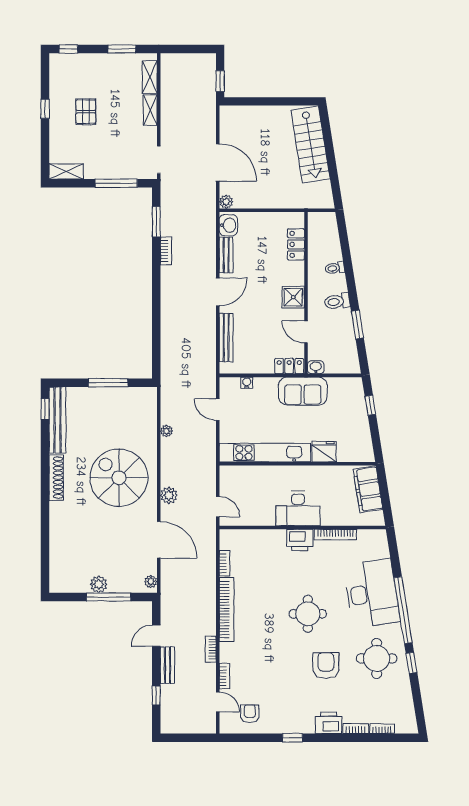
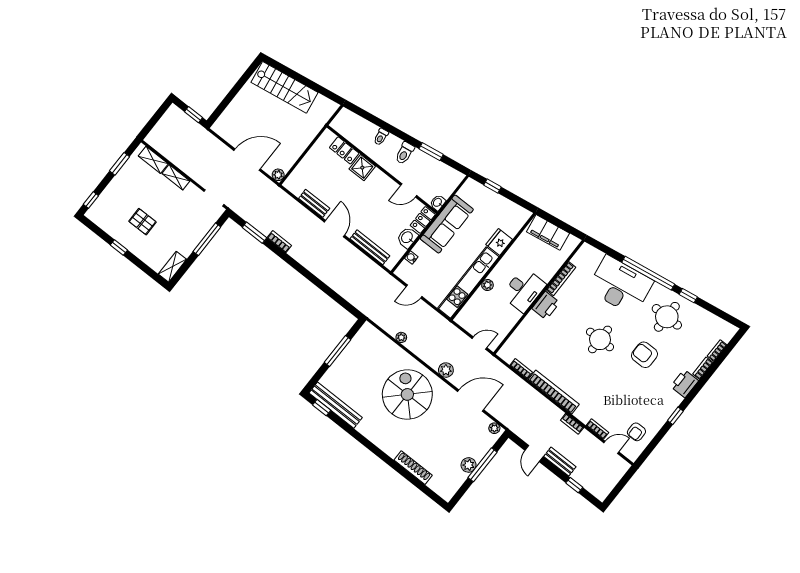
washbasin: (228, 225) -> (407, 238), moved, turned -90
shower: (293, 297) -> (362, 168), moved
sofa: (303, 391) -> (447, 224), width x1.36
plant: (276, 472) -> (487, 285), added
shoe rack: (56, 478) -> (413, 468), moved
spiral stairs: (119, 478) -> (407, 394), turned 90
armchair: (250, 714) -> (636, 432), turned -90

